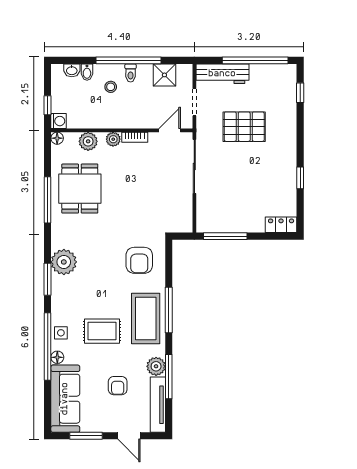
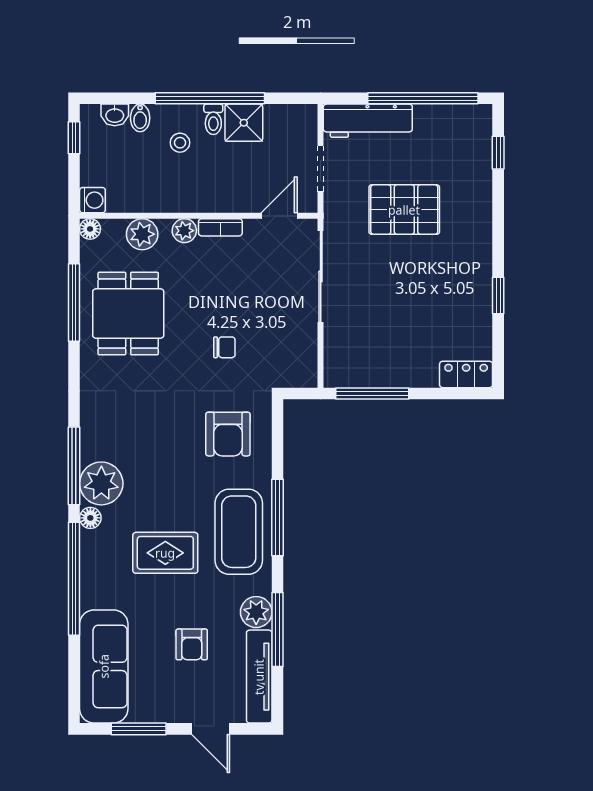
shower: (164, 75) -> (244, 123), moved
window: (48, 105) -> (74, 138), moved
window: (48, 200) -> (74, 303), moved
chair: (137, 209) -> (224, 347), added
plant: (64, 262) -> (101, 483), moved
window: (48, 279) -> (74, 466), width x1.44
side table: (61, 333) -> (96, 556), removed
floor lamp: (57, 357) -> (90, 518), moved

